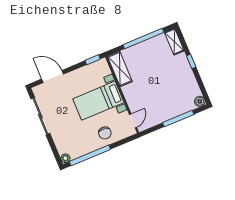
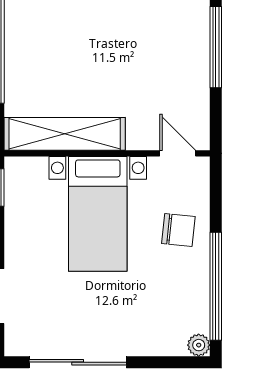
shelving: (120, 69) -> (65, 134), width x1.47

